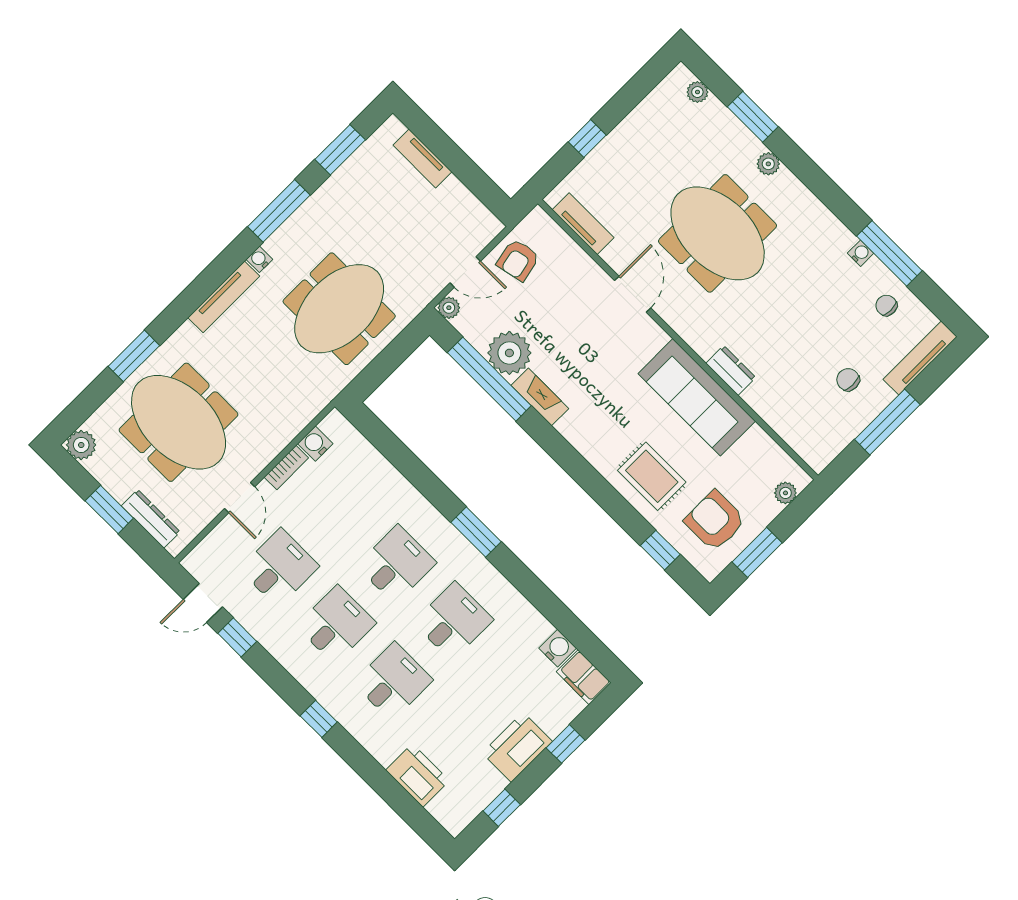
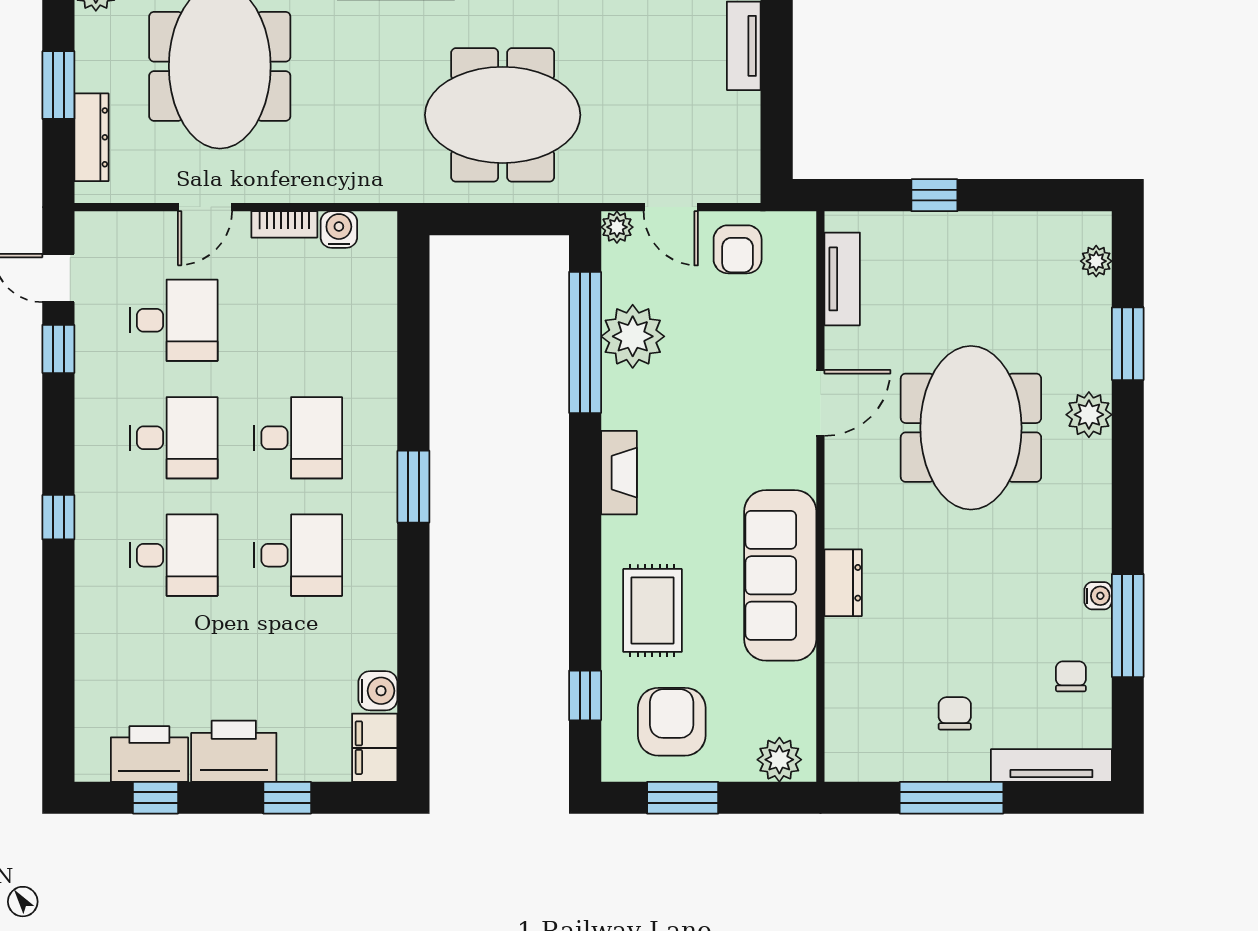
plant: (768, 164) -> (1089, 415), width x1.38, depth x1.38
armchair: (518, 260) -> (738, 249), turned -78
fireplace: (540, 397) -> (619, 473), moved
plant: (785, 493) -> (779, 760), width x1.38, depth x1.38
printer: (418, 775) -> (149, 754), moved, turned -90

